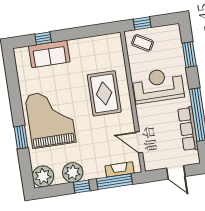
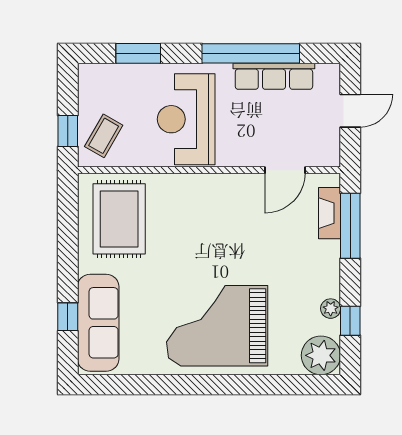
sofa: (49, 54) -> (98, 323), width x1.36
rug: (104, 93) -> (119, 219), moved, turned 90
window: (21, 137) -> (243, 385), removed
plant: (73, 172) -> (331, 309), width x0.53, depth x0.53
window: (82, 187) -> (350, 321), moved

